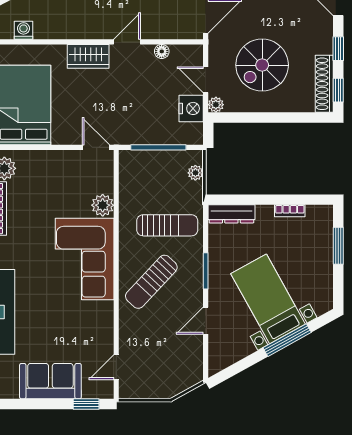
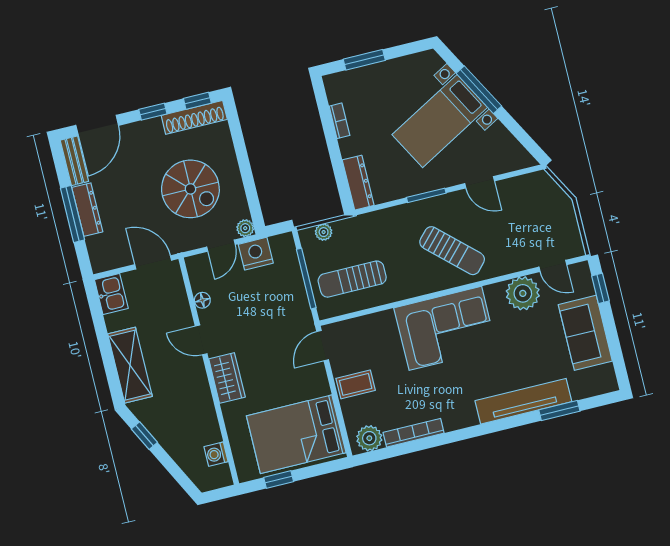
coffee table: (55, 168) -> (356, 384), added
plant: (103, 205) -> (523, 293), moved, width x1.36, depth x1.36
sun lounger: (167, 225) -> (352, 279), moved, turned -90

